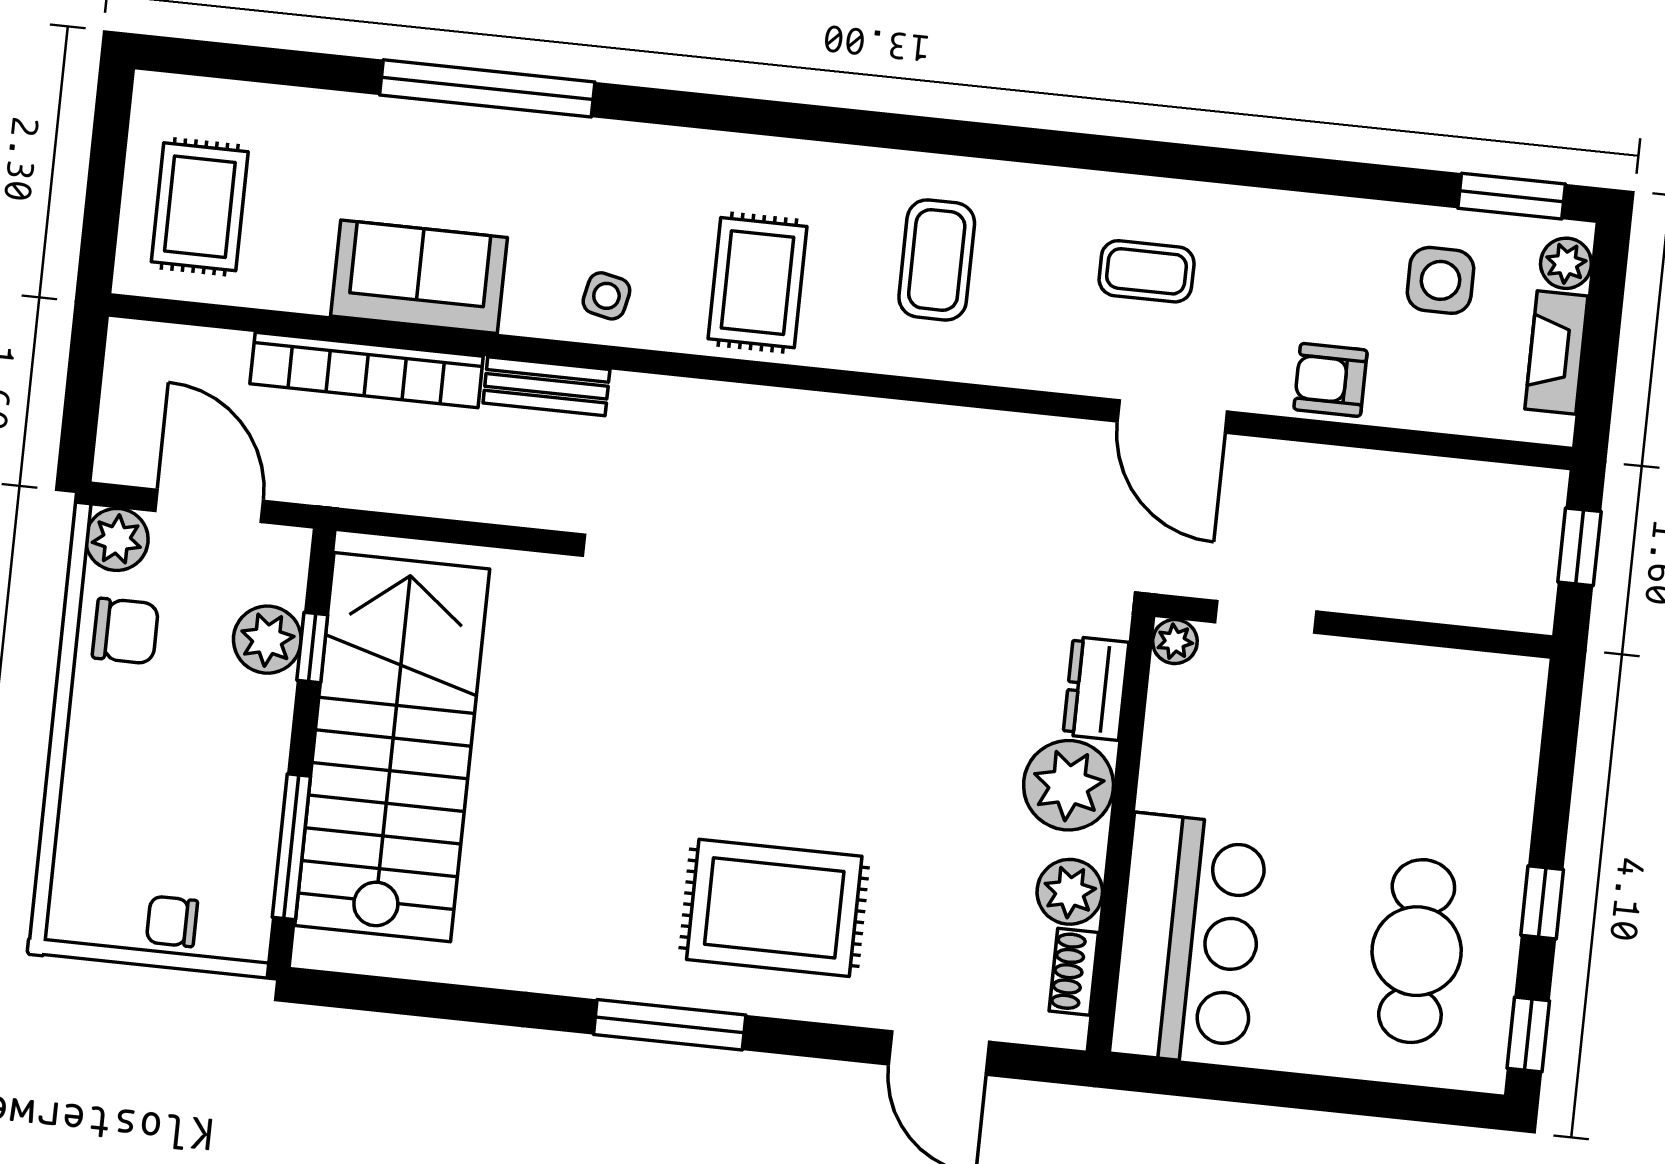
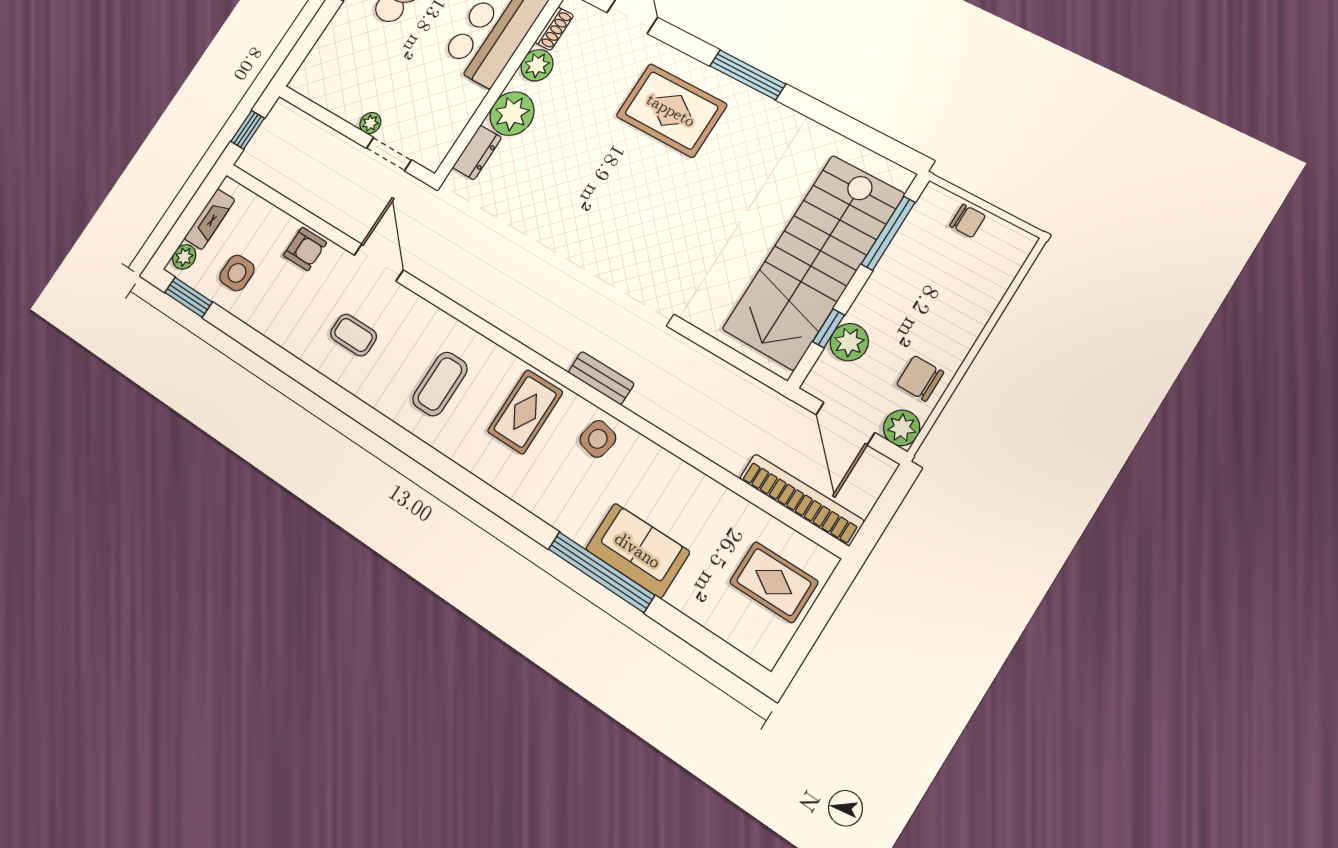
rug: (200, 207) -> (774, 582), turned 90
sofa: (419, 277) -> (638, 550), moved, turned 180
side table: (606, 296) -> (598, 439), width x1.37, depth x1.37
bookcase: (367, 370) -> (801, 499), moved
bench: (546, 386) -> (601, 378), moved
plant: (1175, 642) -> (370, 123), moved

